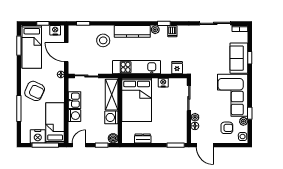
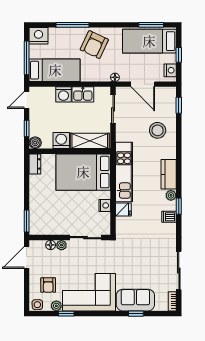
kitchen counter: (132, 31) -> (169, 174), width x0.67
door: (66, 52) -> (143, 84), swing flipped
fridge: (177, 68) -> (123, 209), moved
nightstand: (38, 136) -> (38, 36), moved, turned 90
dresser: (143, 138) -> (35, 164), moved
door: (79, 145) -> (27, 100), swing flipped

